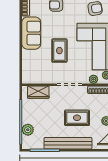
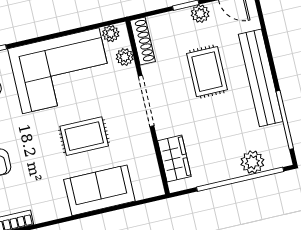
sofa: (31, 33) -> (99, 190), moved

